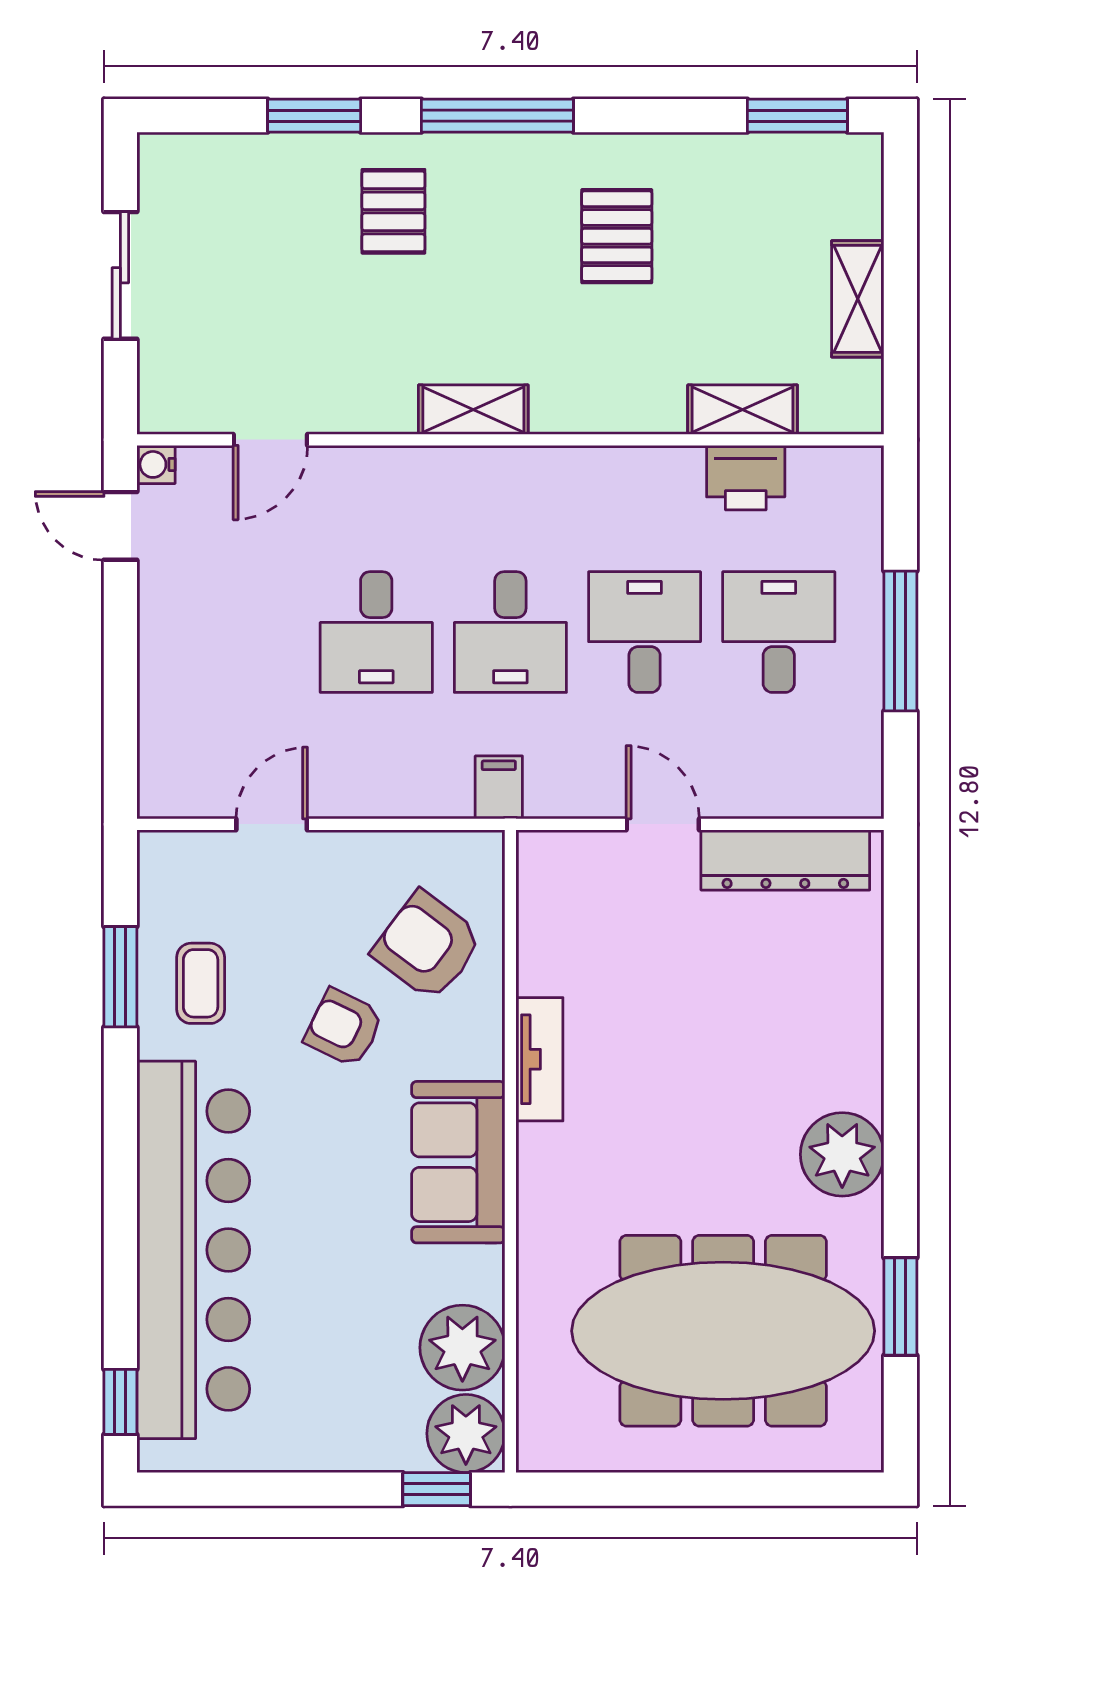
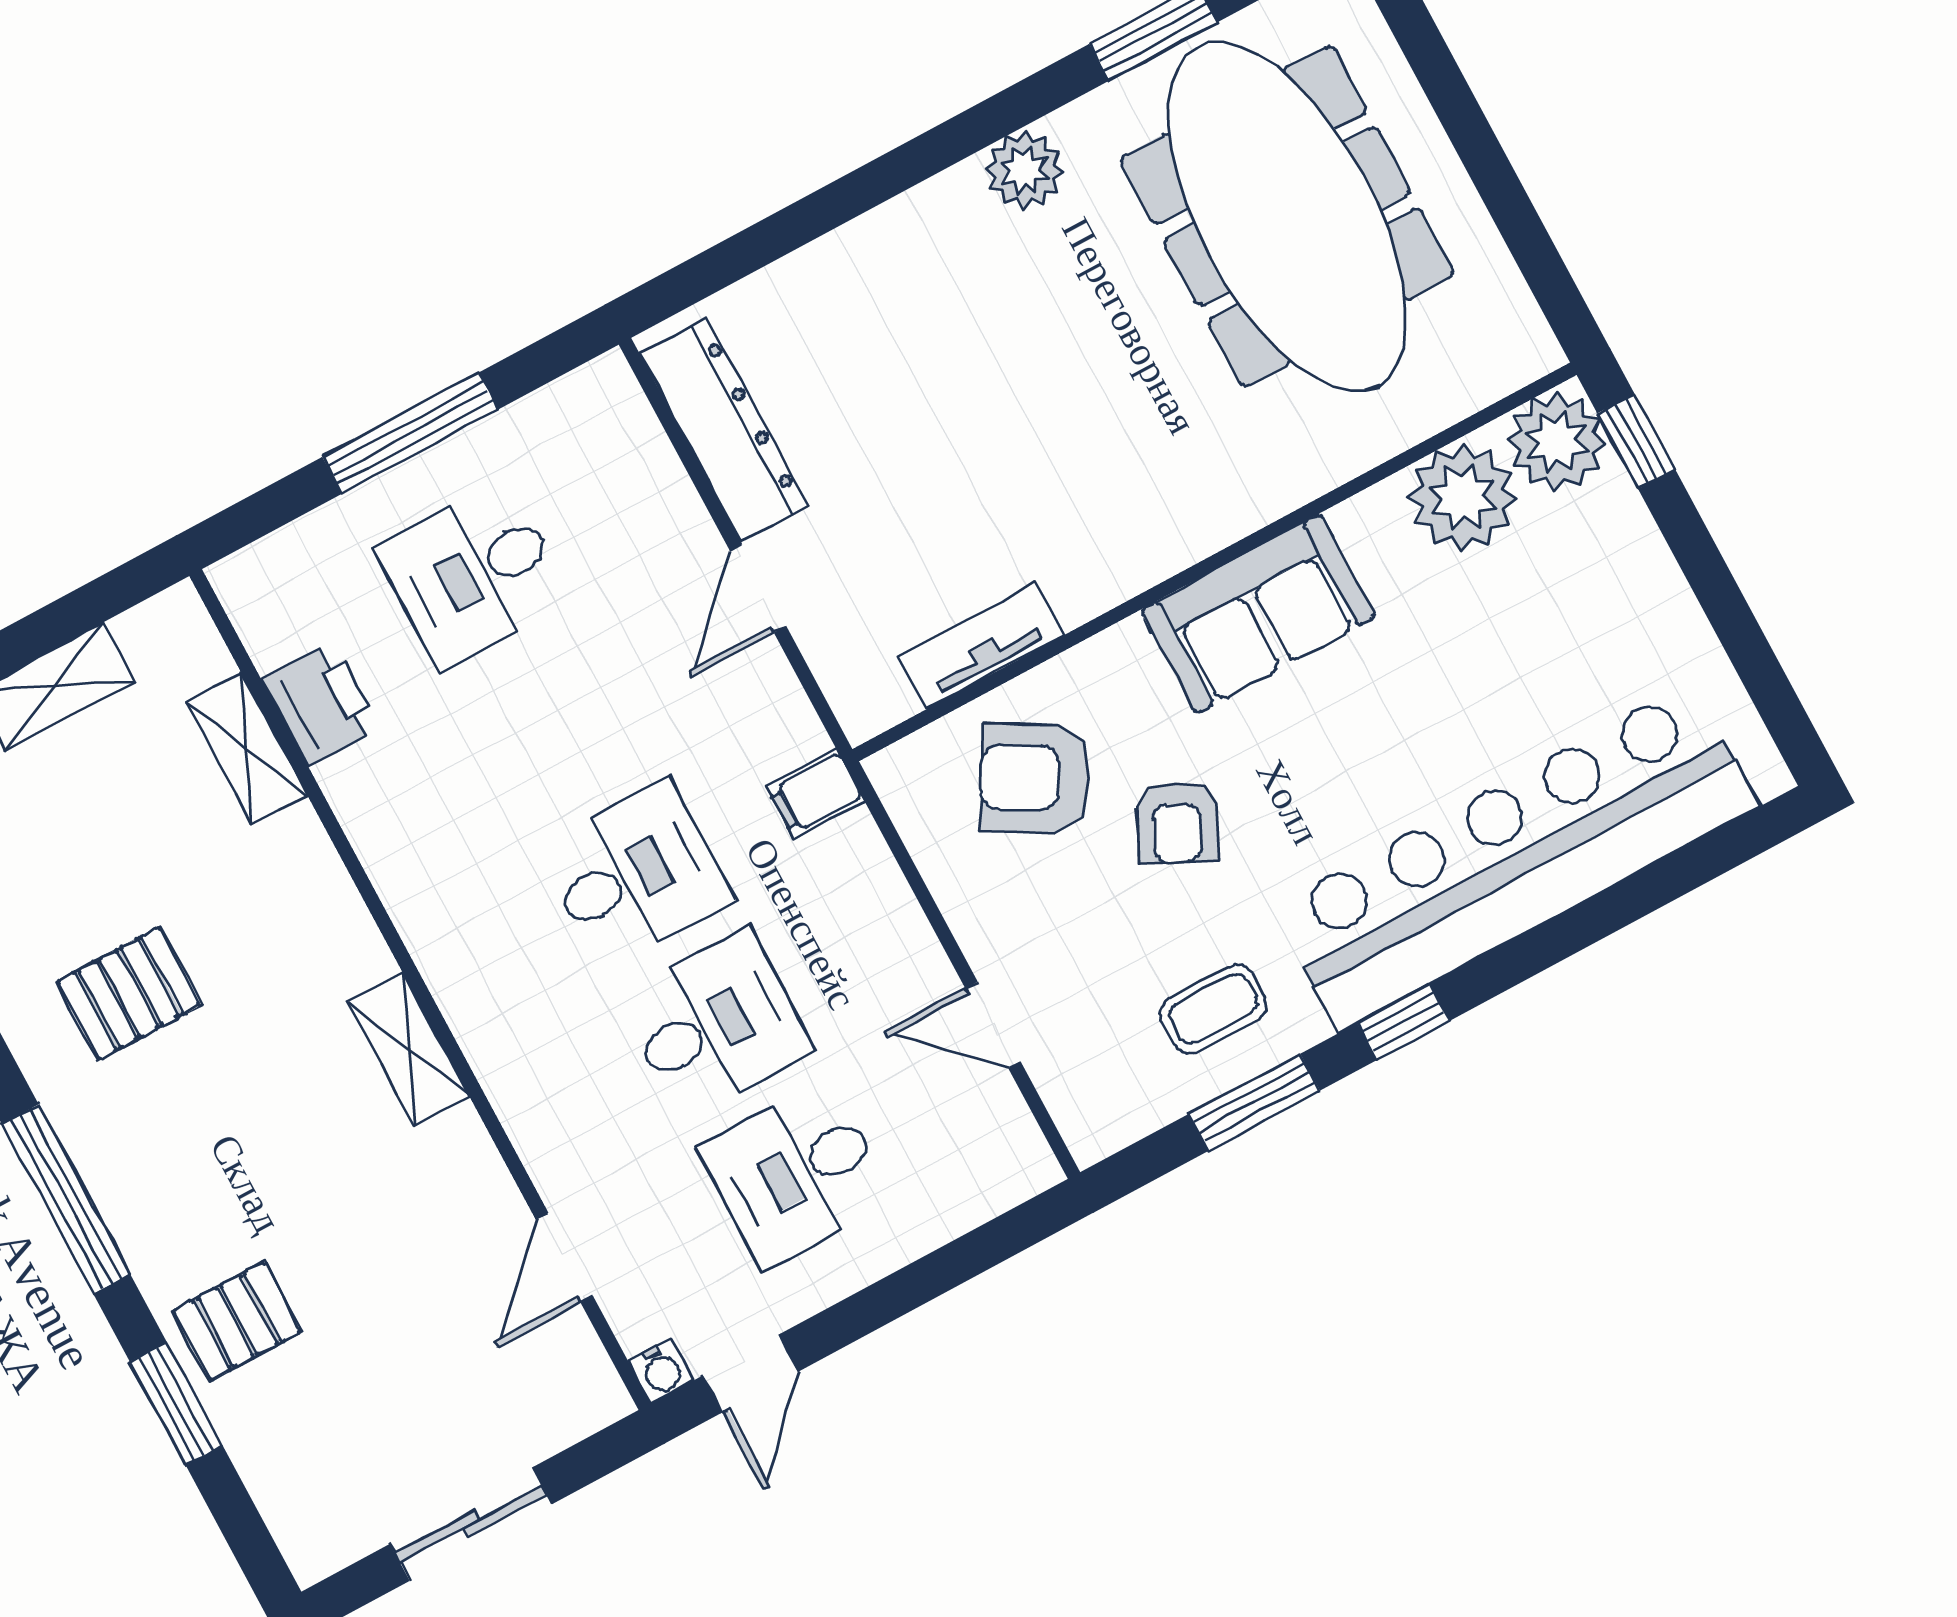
pallet: (393, 211) -> (237, 1321), moved
door: (270, 440) -> (564, 1258), swing flipped
desk: (645, 632) -> (796, 1174), moved
armchair: (427, 946) -> (1035, 778), turned 83
tv unit: (539, 1059) -> (981, 646), moved
plant: (842, 1154) -> (1024, 170), width x0.73, depth x0.73
window: (120, 1402) -> (1403, 1022), moved

